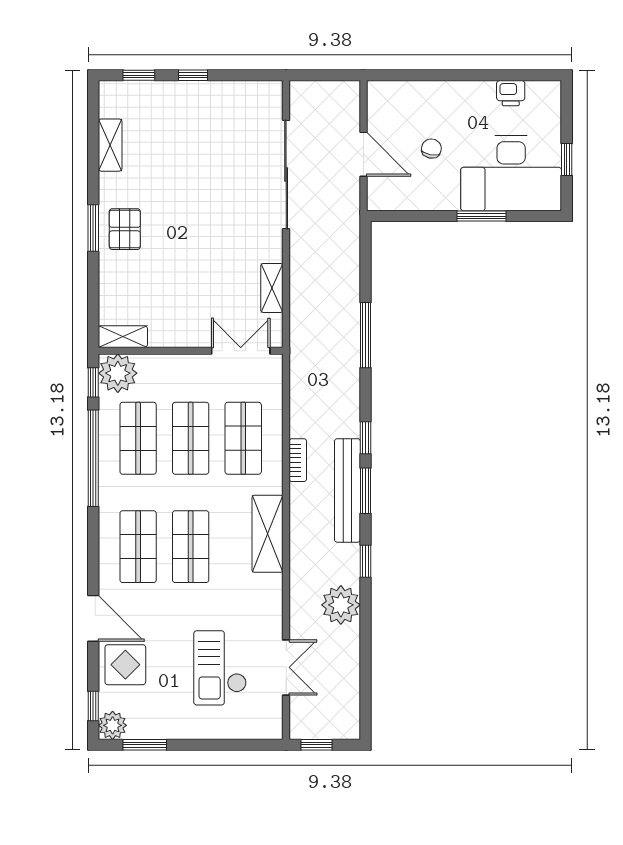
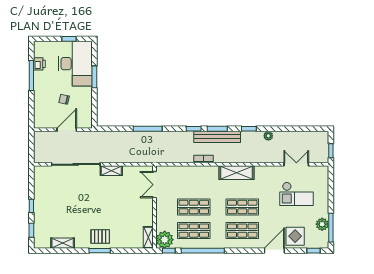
window: (485, 75) -> (31, 76), added
shelving: (272, 288) -> (111, 171), moved
shop shelf: (243, 438) -> (194, 184), removed
plant: (341, 605) -> (268, 136), width x0.53, depth x0.53
plant: (113, 725) -> (322, 224), moved
window: (145, 745) -> (331, 228), width x1.44

